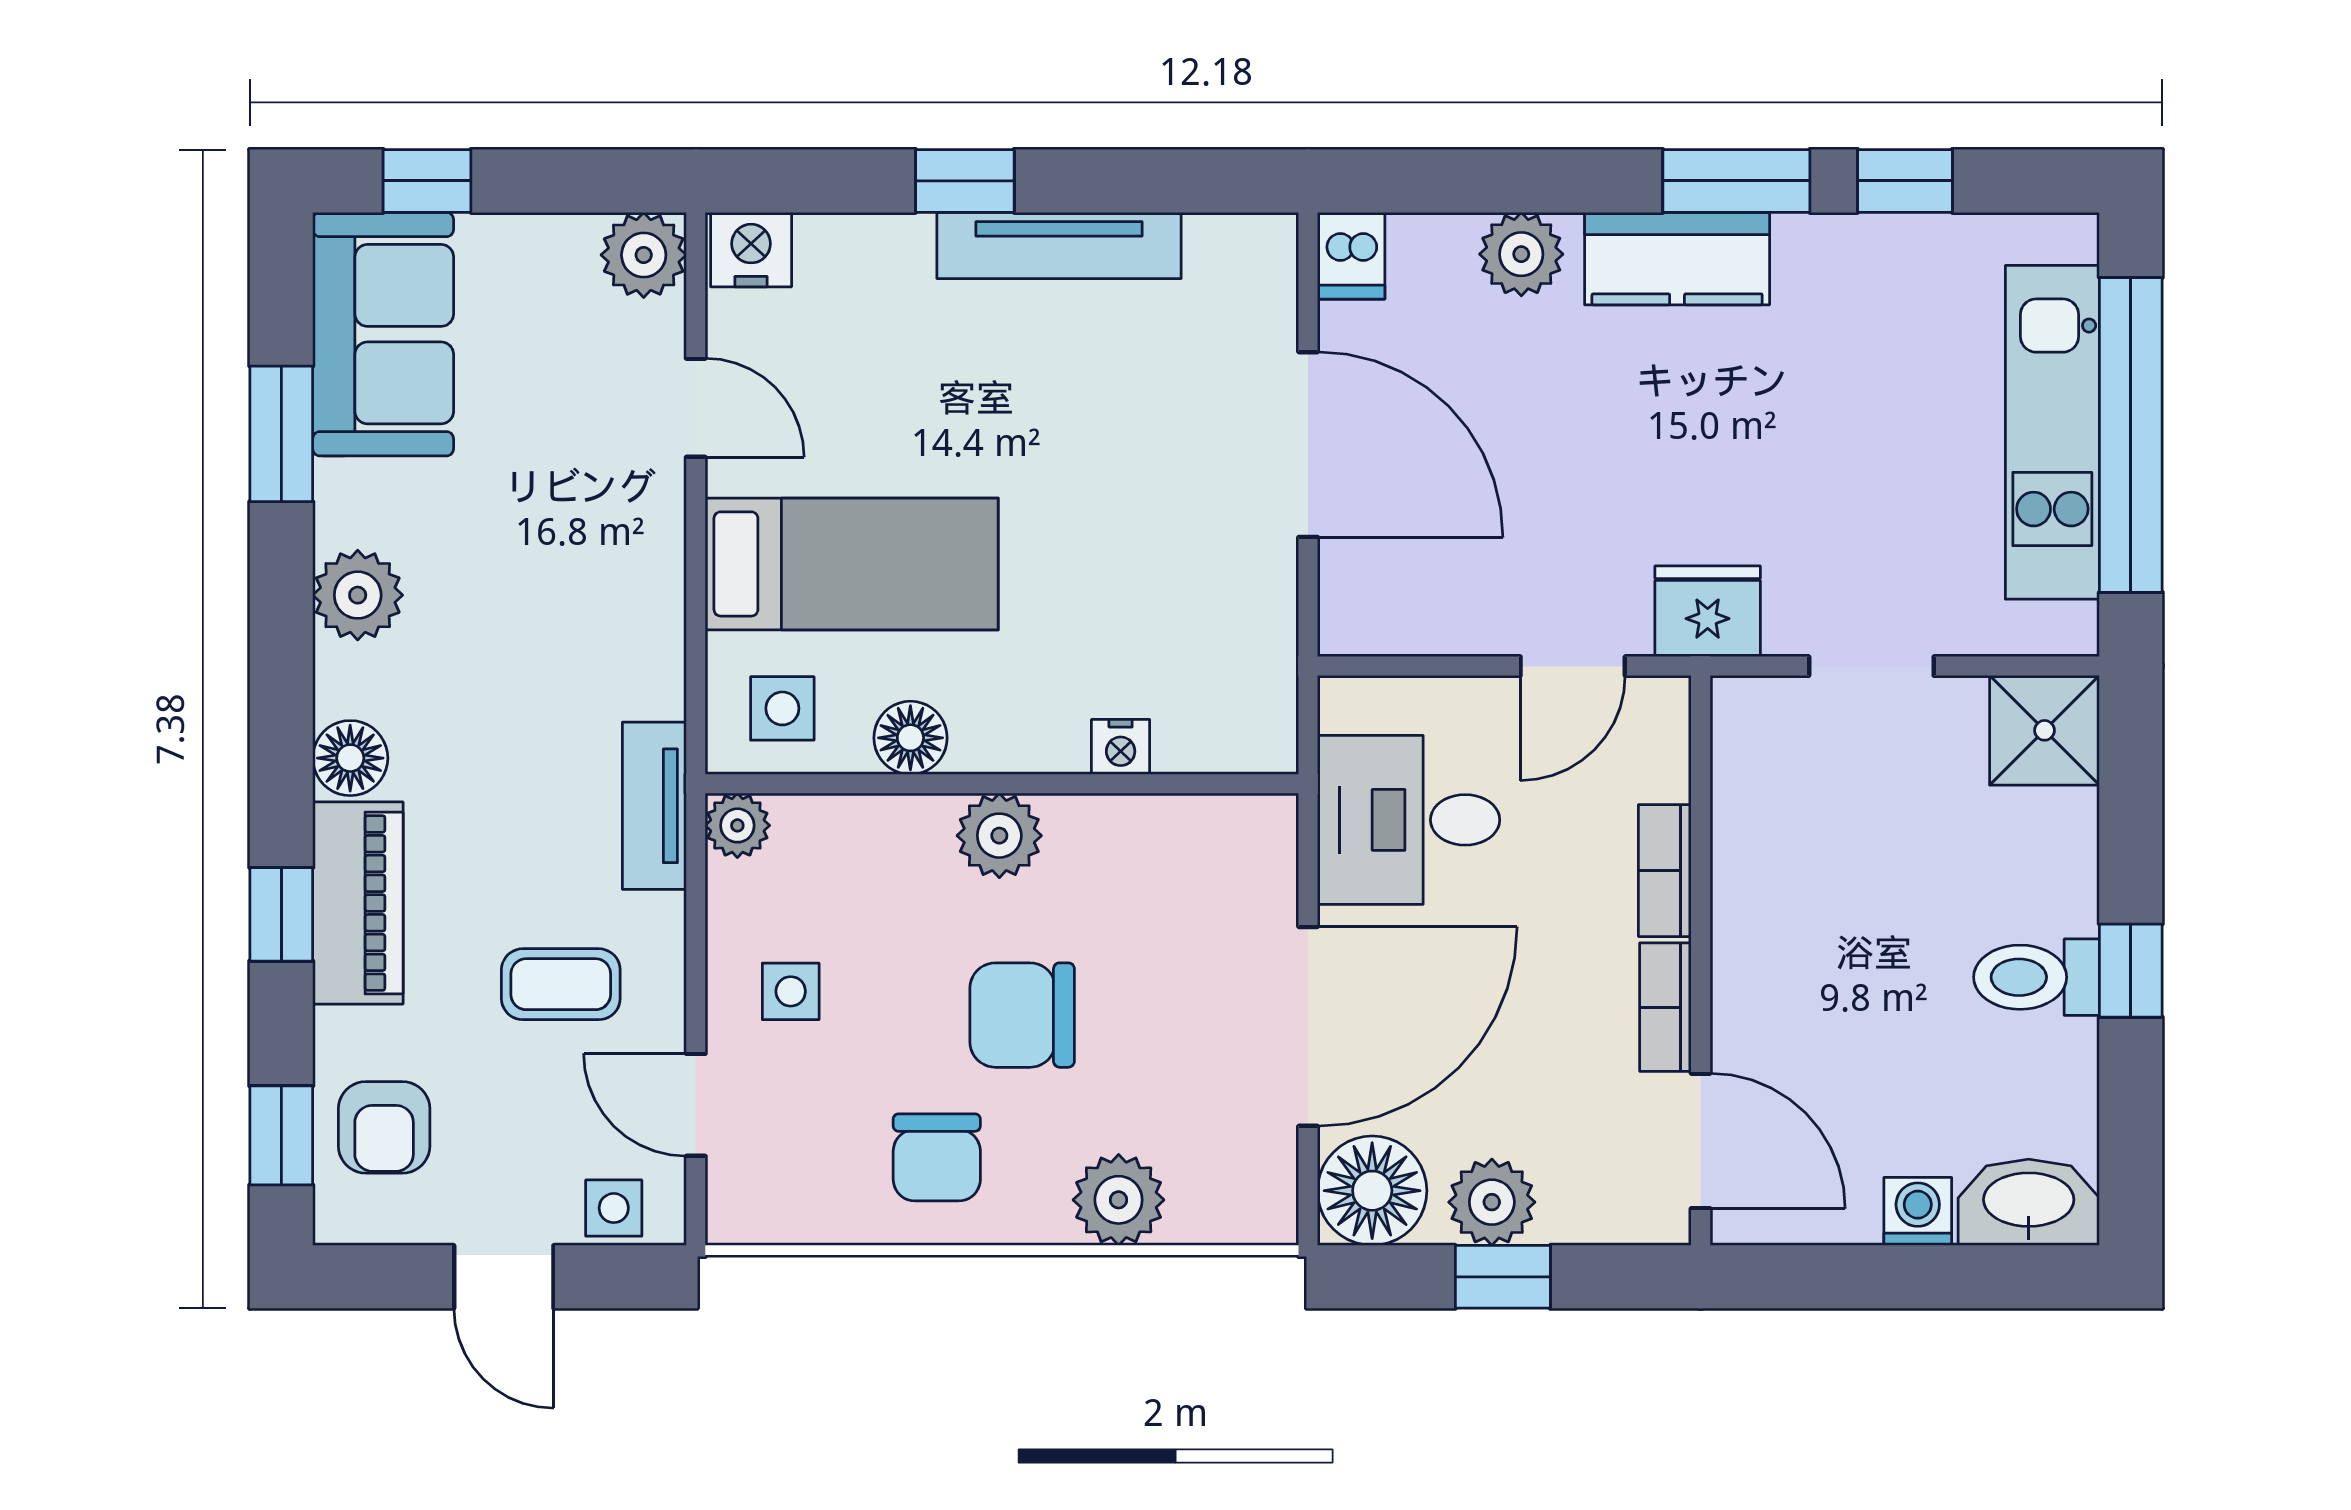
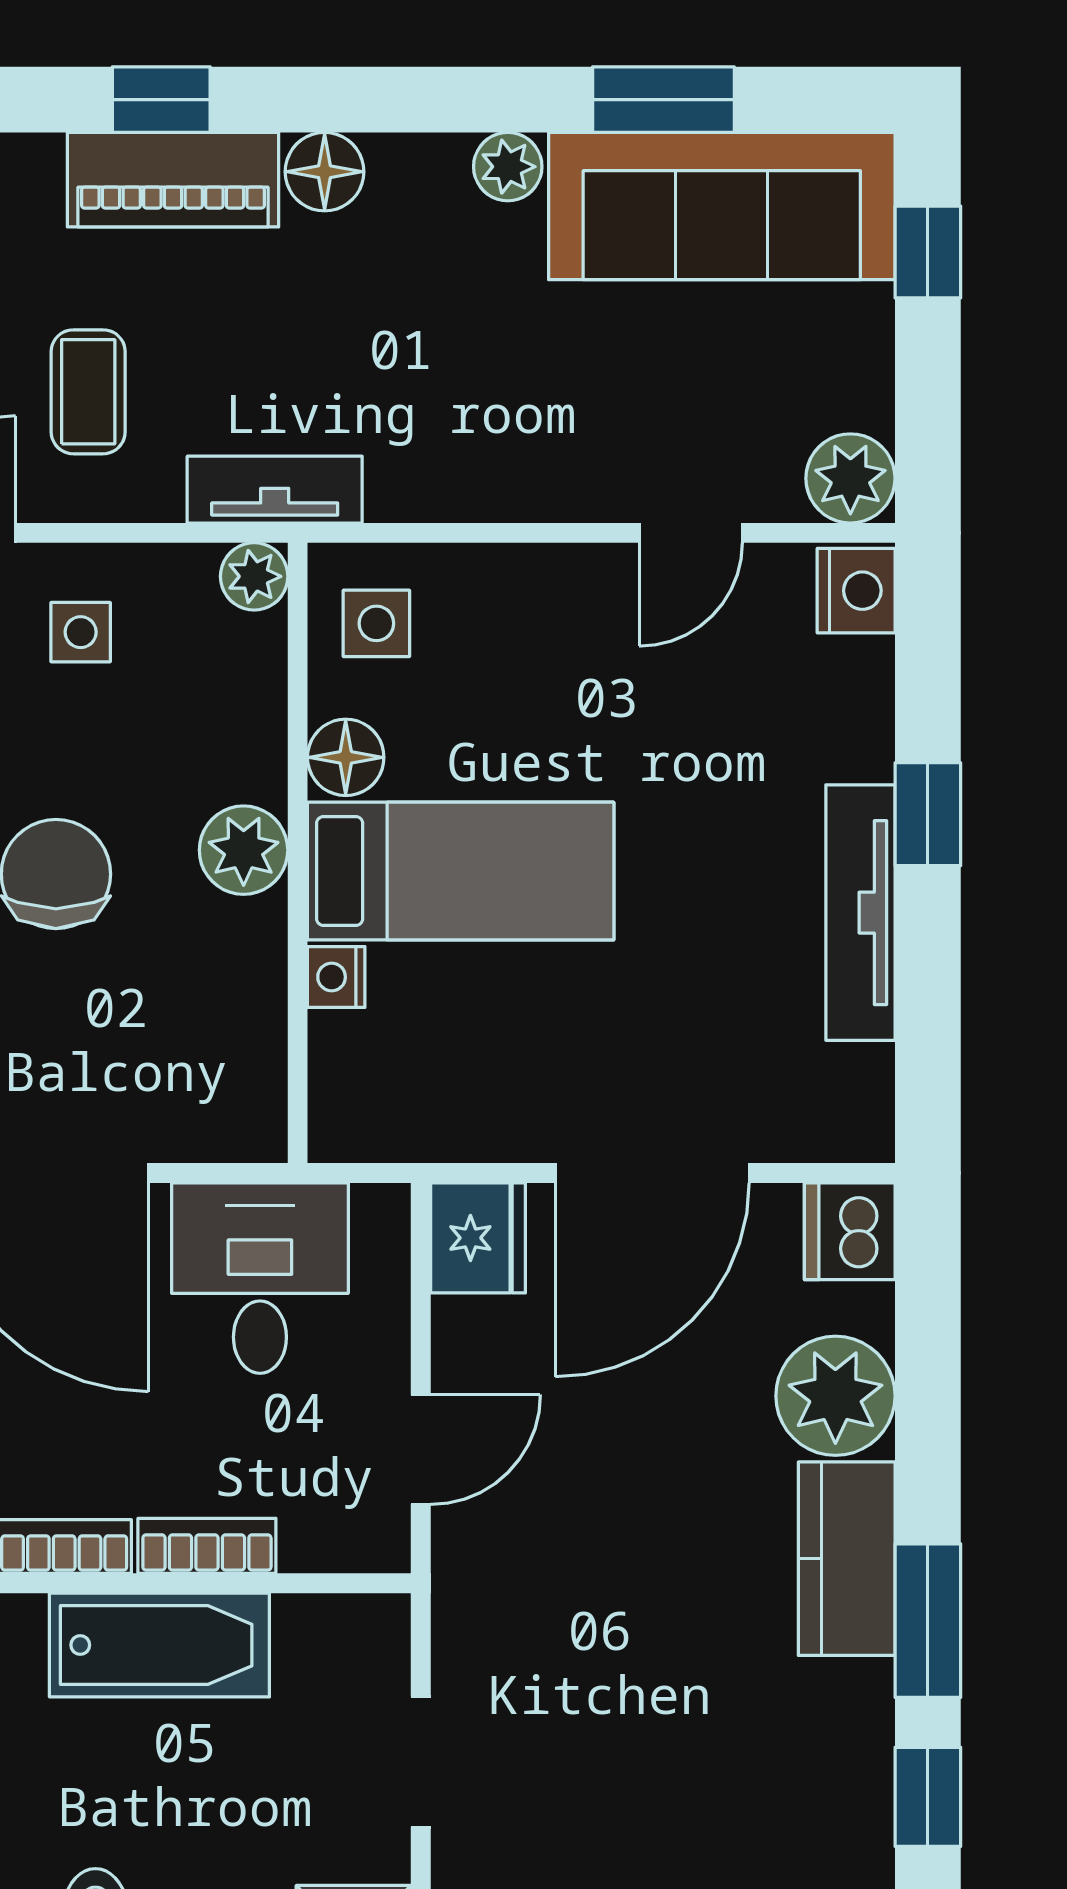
plant: (1521, 254) -> (835, 1396), width x1.36, depth x1.36
dishwasher: (1351, 256) -> (850, 1231), width x1.38
sofa: (383, 334) -> (722, 206), width x1.36
bed: (852, 564) -> (461, 871), moved, turned -90
plant: (358, 595) -> (508, 167), width x0.73, depth x0.73
fridge: (1708, 611) -> (478, 1238), moved
door: (1573, 666) -> (421, 1450), swing flipped
bathtub: (1760, 916) -> (159, 1645), added

